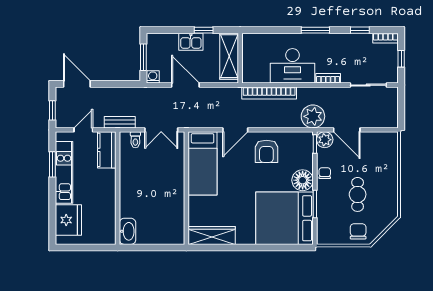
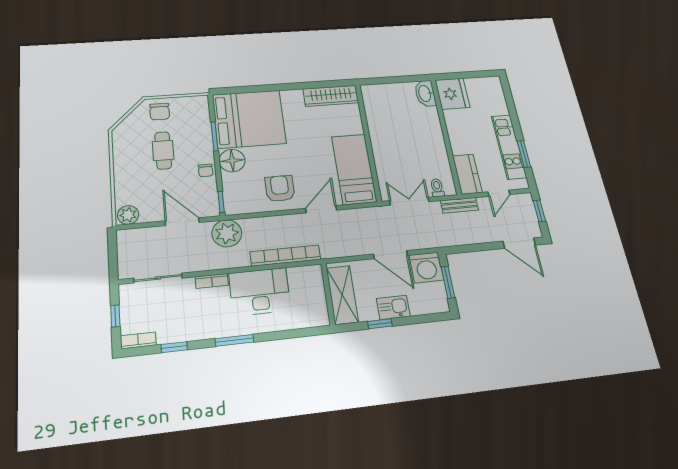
washing machine: (153, 77) -> (426, 268), width x1.89, depth x1.89
plant: (325, 140) -> (128, 215), moved
fridge: (68, 220) -> (452, 94), moved, turned 180

